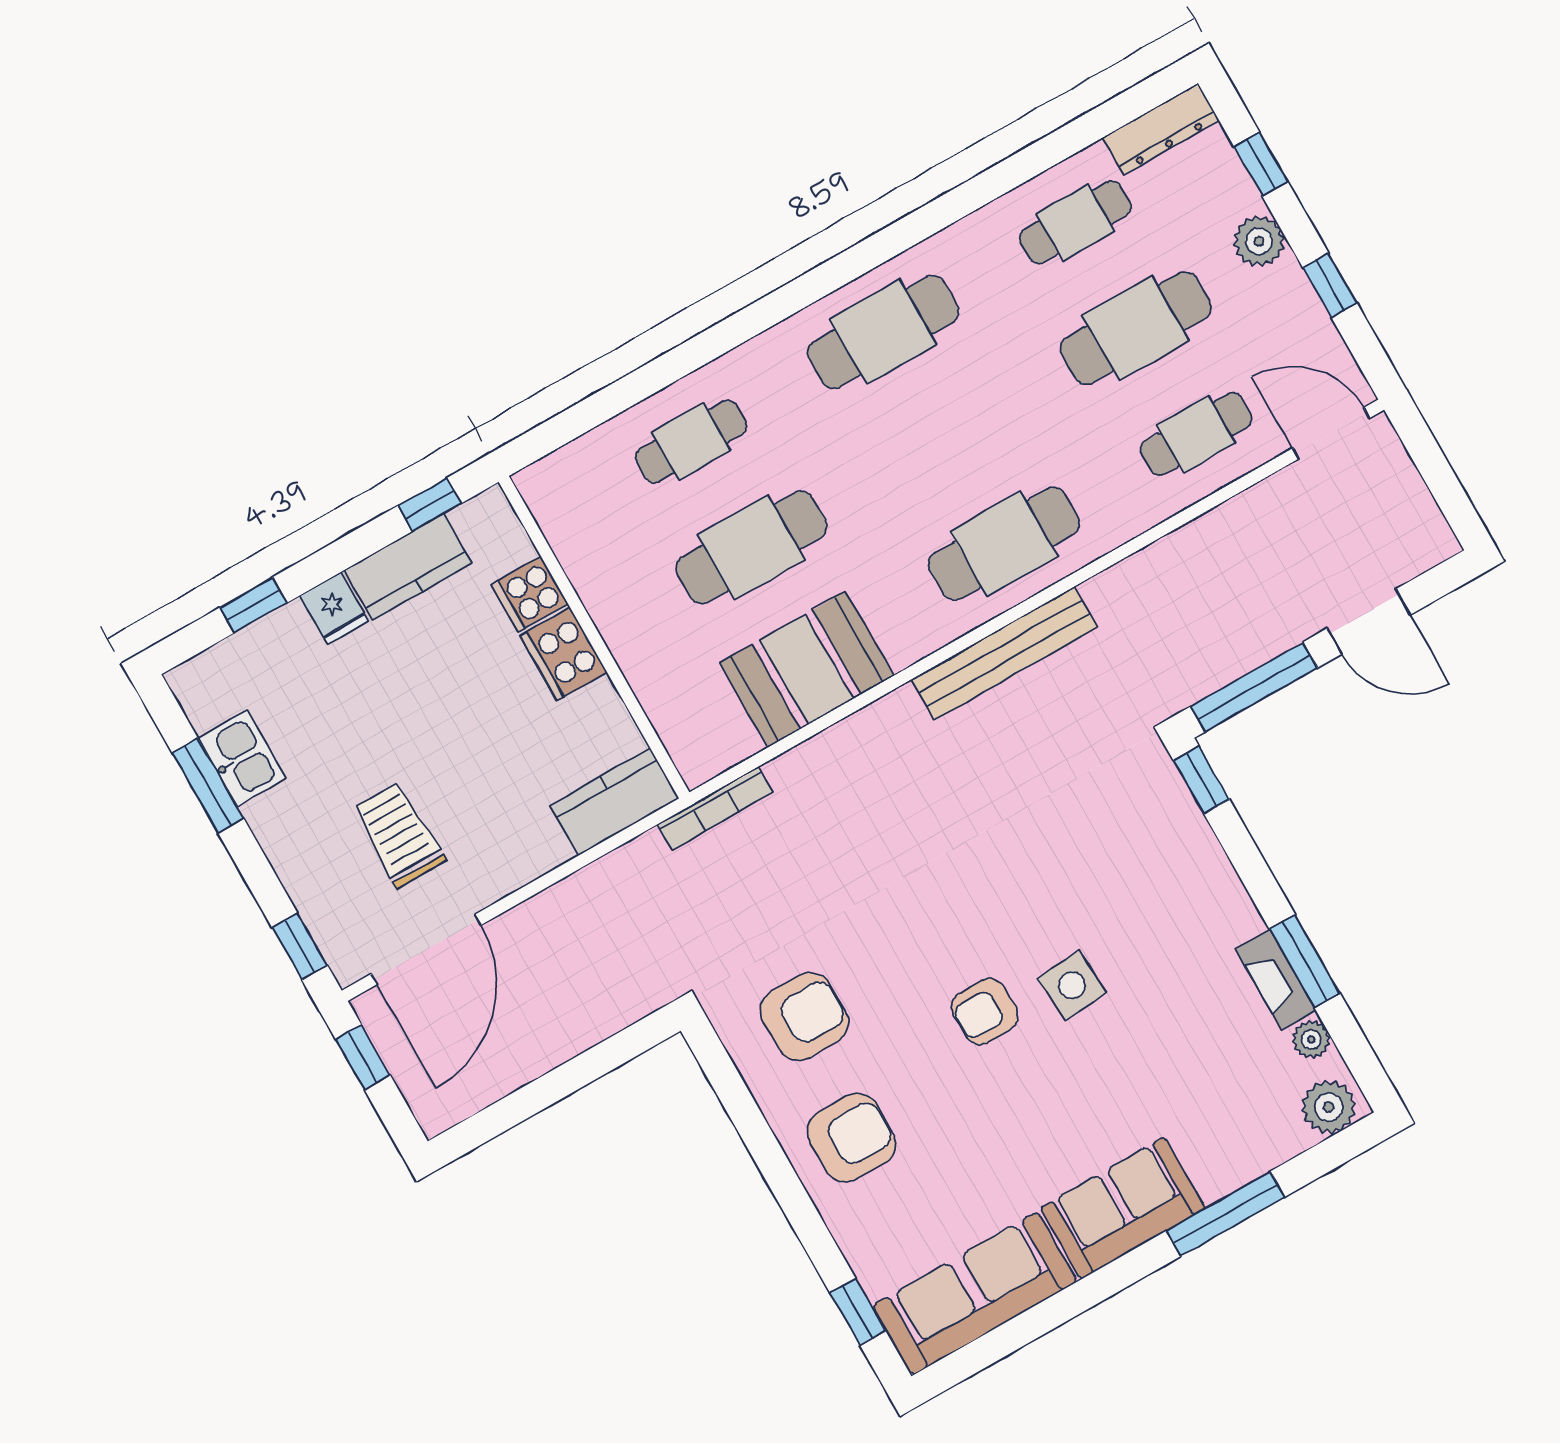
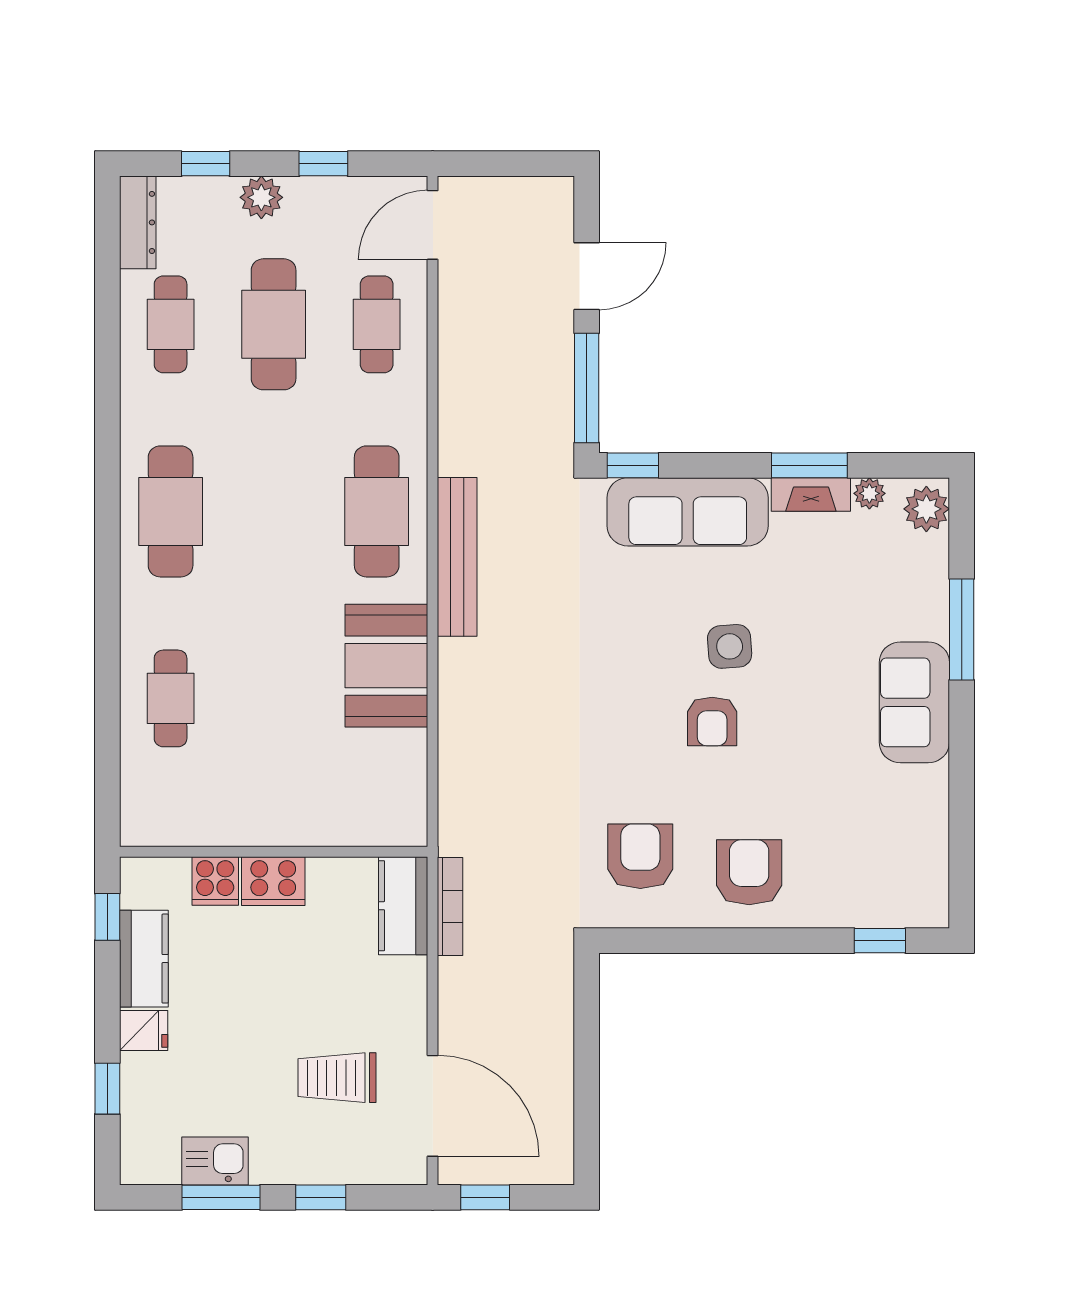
cafe table: (751, 547) -> (274, 698), removed
booth: (807, 669) -> (386, 666), moved
bookcase: (715, 808) -> (450, 907), moved
window: (300, 946) -> (321, 1197), moved
sofa: (975, 1293) -> (688, 512), moved, turned -90

